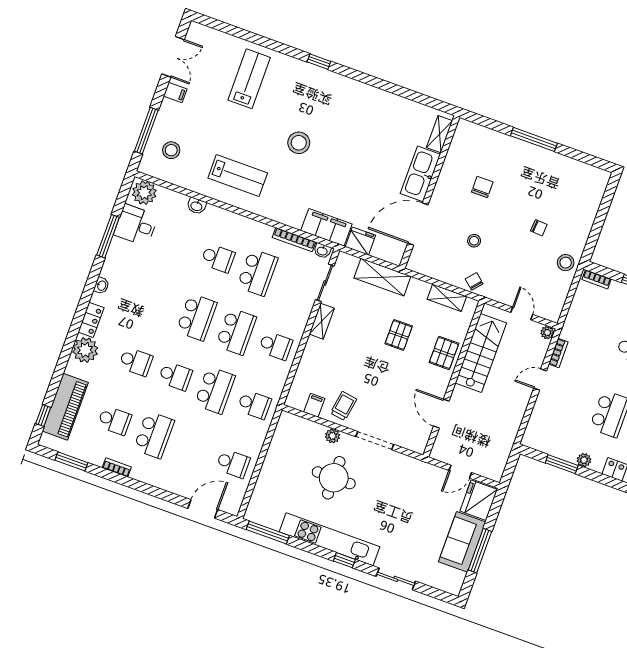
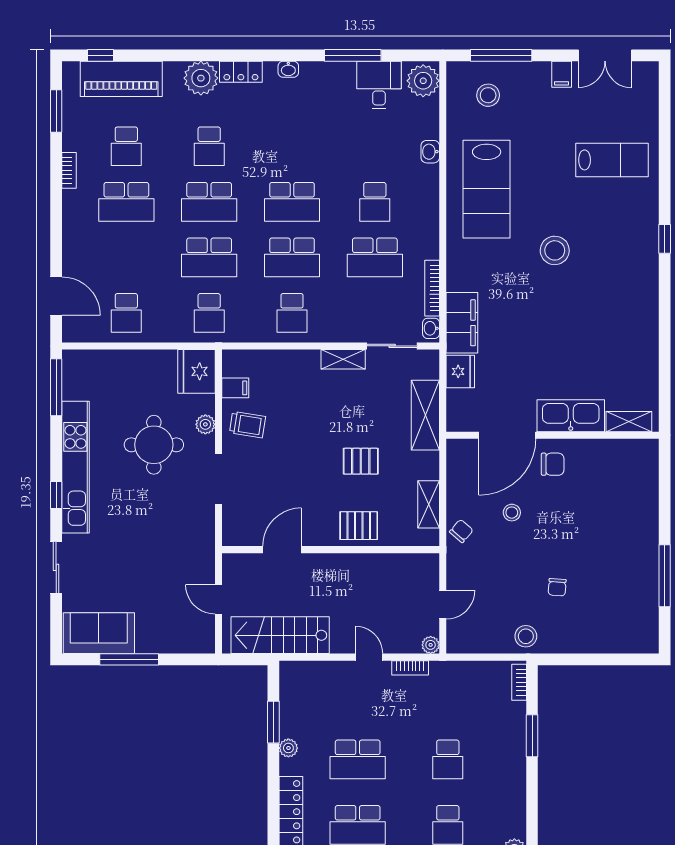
window: (534, 139) -> (665, 576), moved
lab bench: (238, 175) -> (487, 189), width x1.36, depth x1.39
chair: (482, 187) -> (553, 464), moved
door: (418, 224) -> (507, 435), swing flipped
stairs: (481, 353) -> (280, 635), moved, turned 180
school desk: (175, 376) -> (209, 202), width x1.85
fridge: (479, 500) -> (197, 371), moved, turned -90
sofa: (462, 542) -> (99, 633), moved

